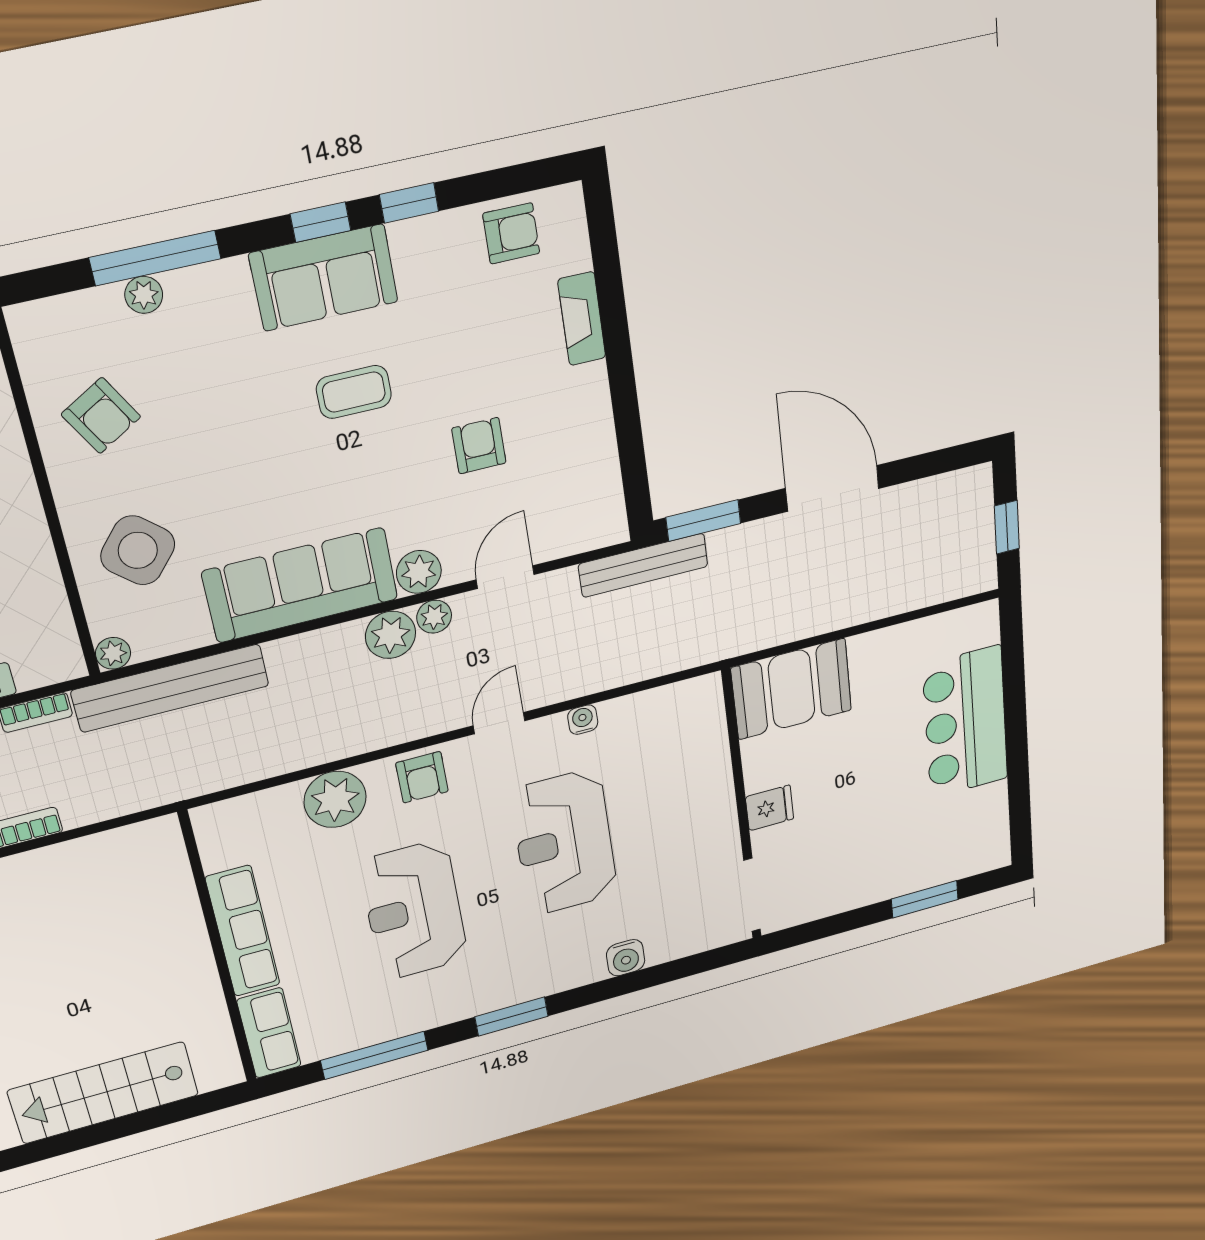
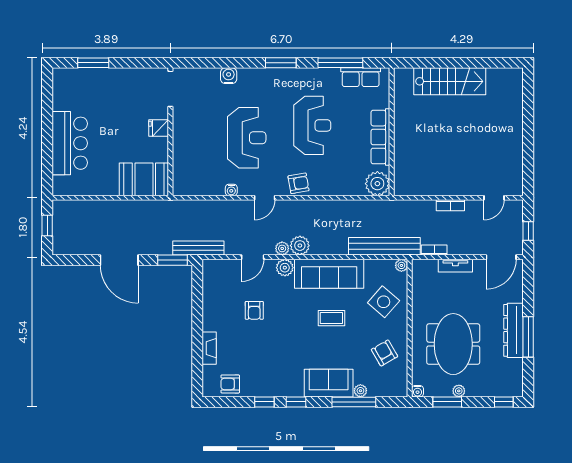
sofa: (324, 278) -> (329, 383), moved
coffee table: (354, 392) -> (331, 318), moved
armchair: (422, 777) -> (299, 183), turned 80
plant: (335, 799) -> (377, 184), moved
row of seats: (269, 1033) -> (361, 77), moved, turned -90

